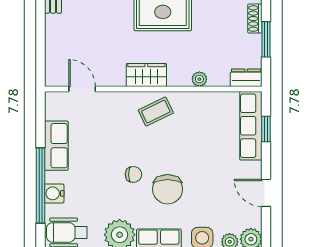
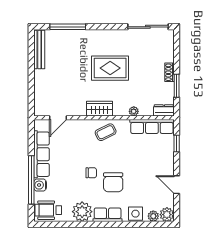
door: (82, 89) -> (58, 118), swing flipped
row of seats: (251, 126) -> (152, 126), moved, turned -90
row of seats: (56, 146) -> (41, 154), width x1.48

